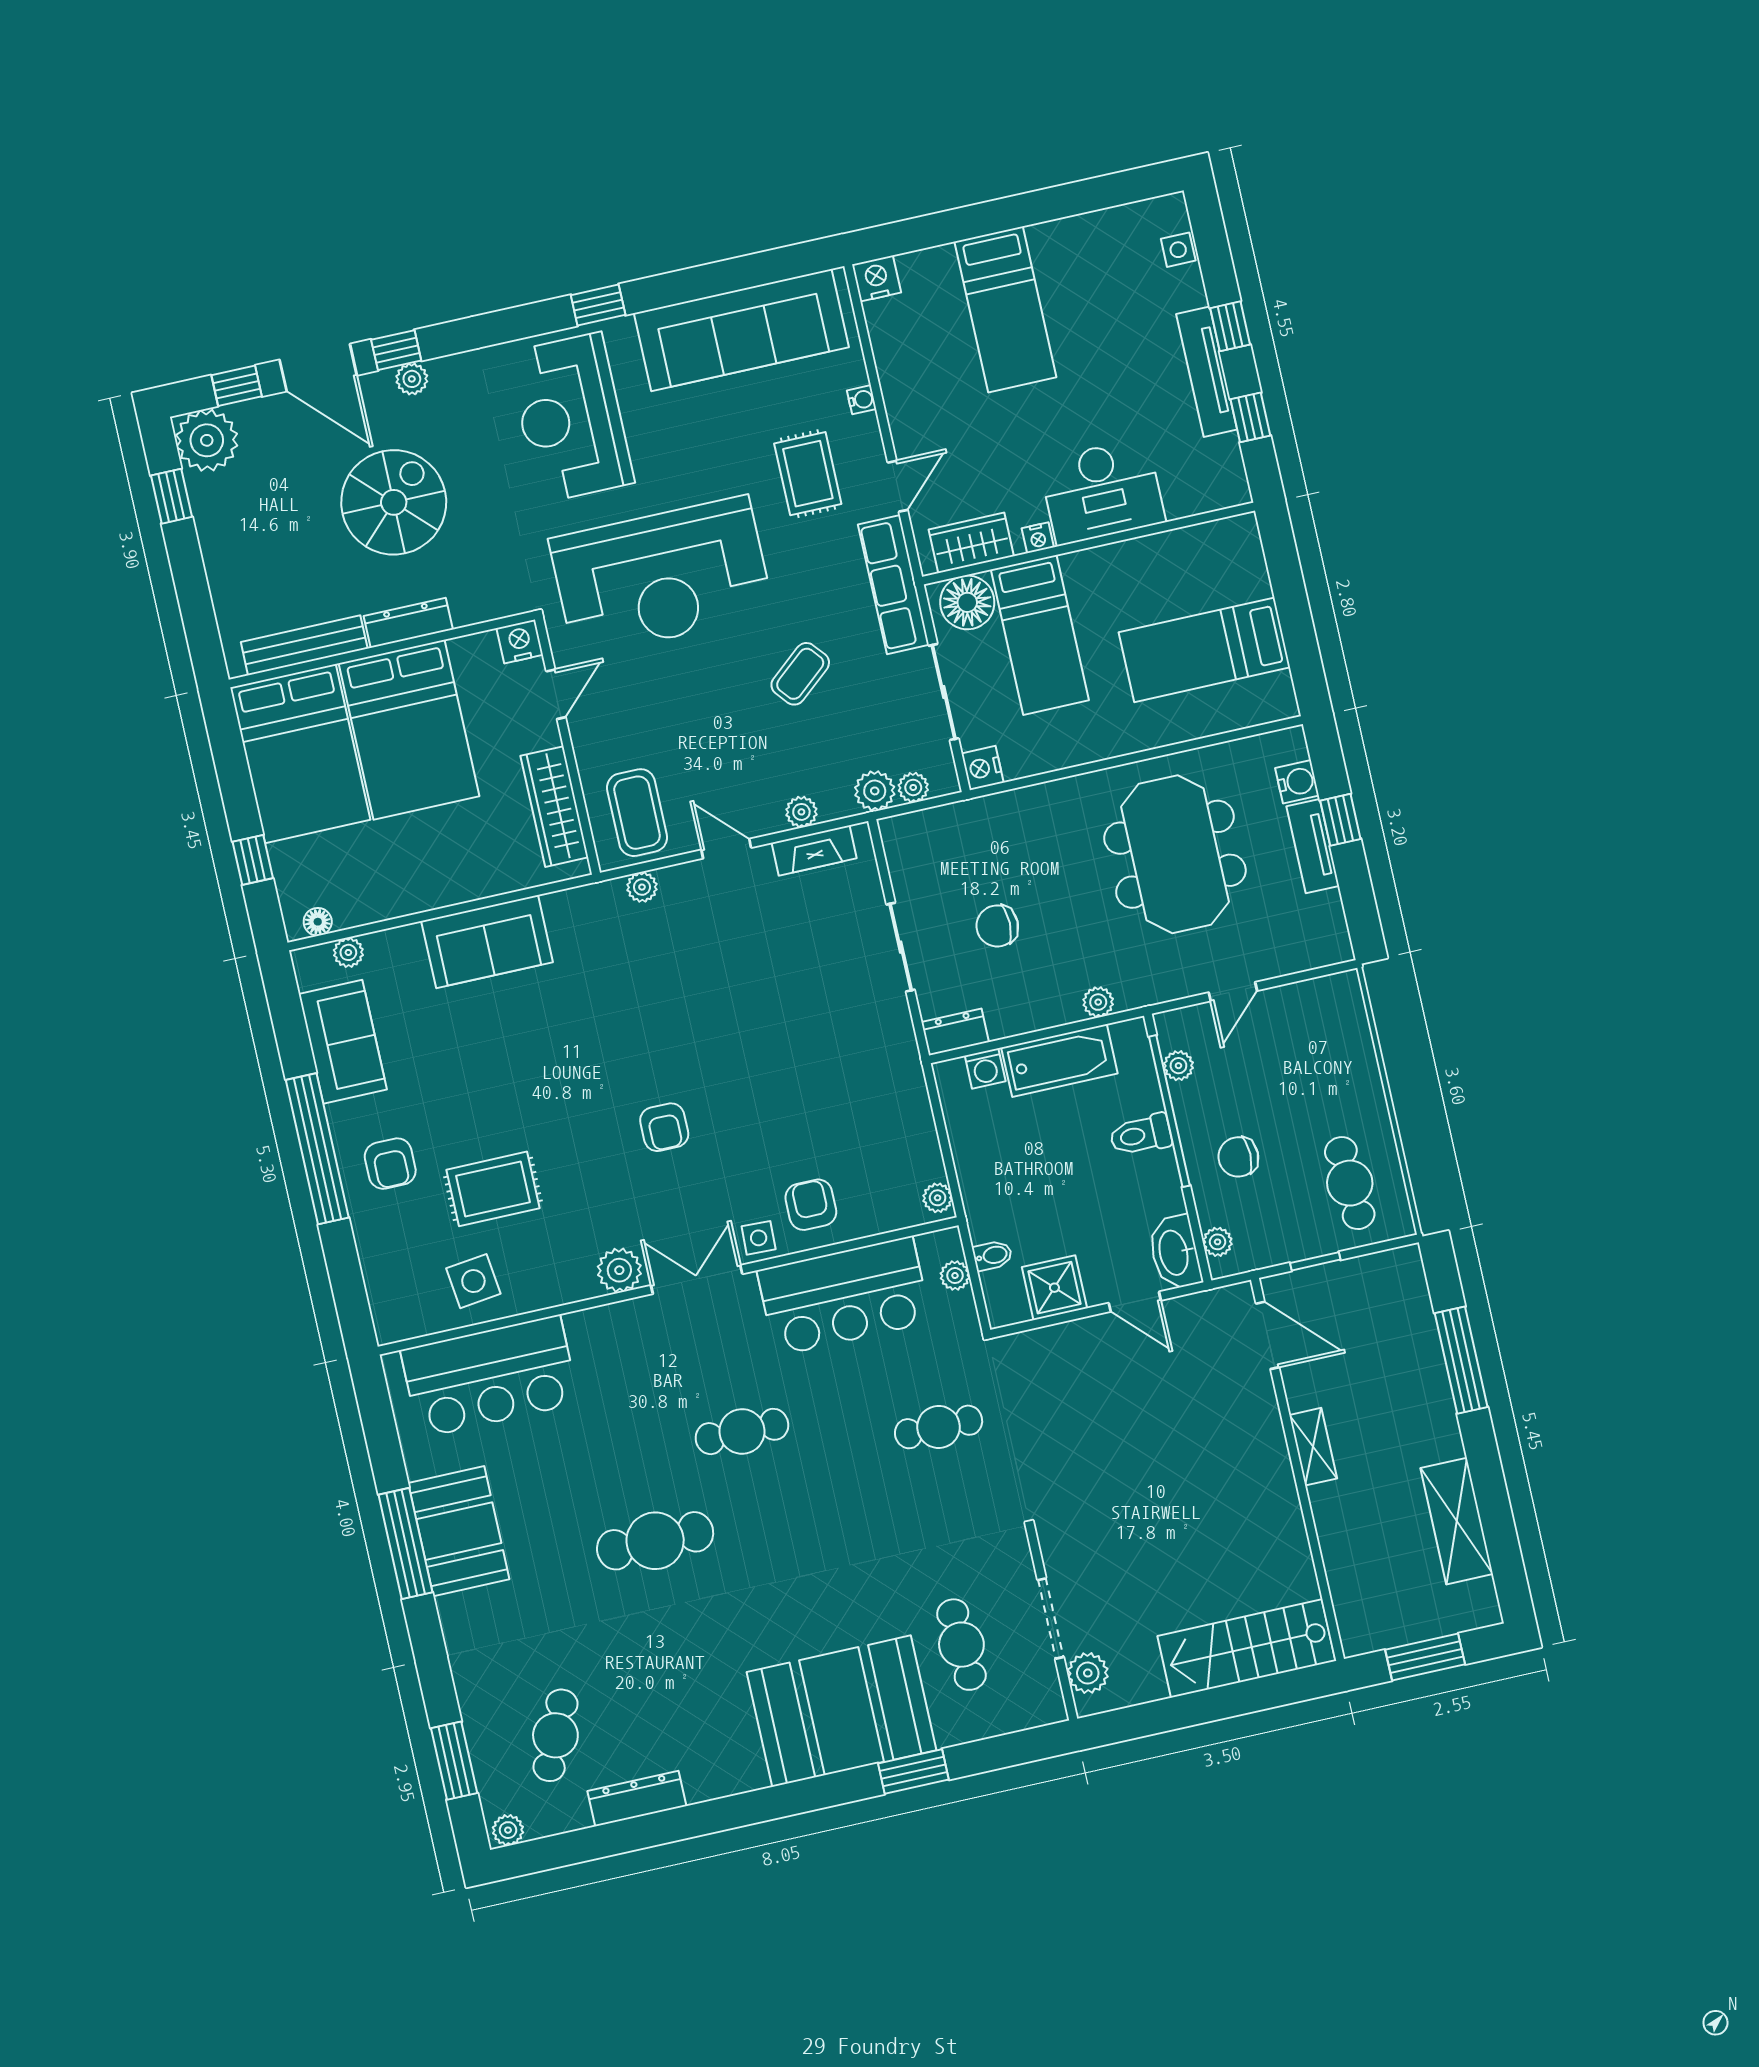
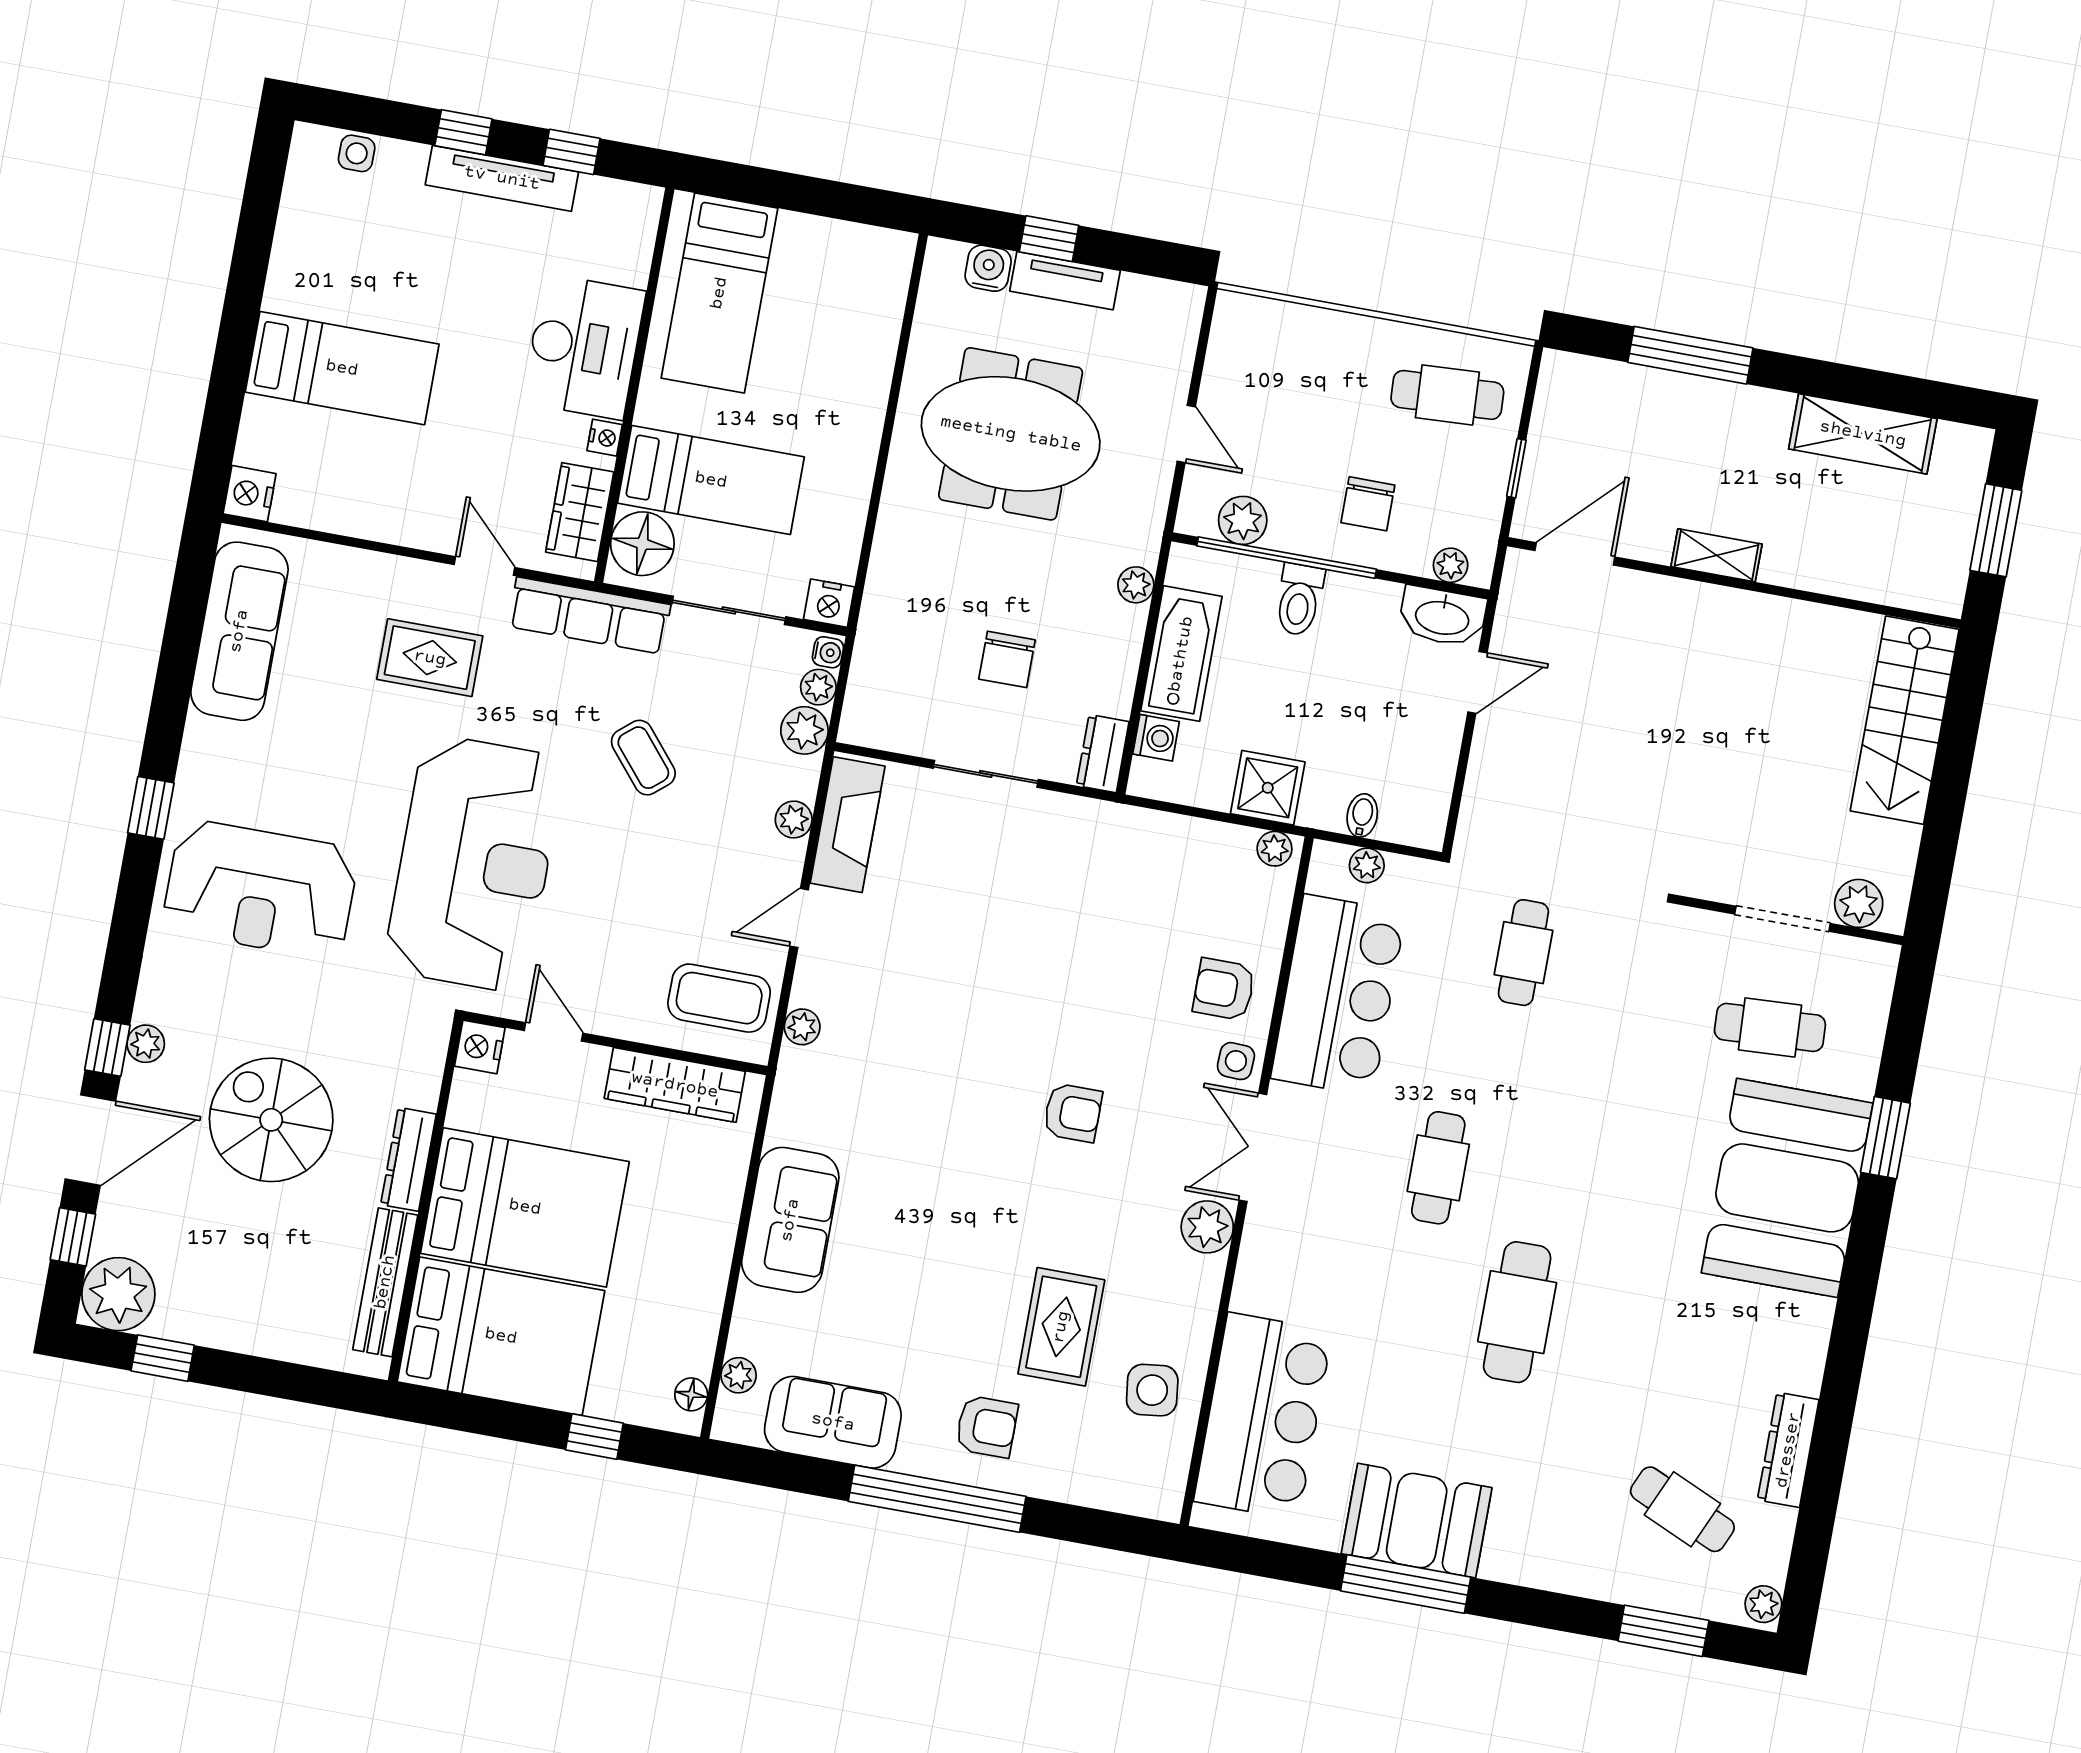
sofa: (741, 330) -> (239, 631), width x0.74, depth x0.79
water cooler: (862, 400) -> (828, 652), moved, turned 90
bed: (1205, 650) -> (719, 293), moved
fireplace: (814, 851) -> (848, 825), width x1.37, depth x1.32
plant: (1178, 1066) -> (1243, 520), width x1.38, depth x1.38
shower: (1054, 1288) -> (1268, 788), moved

